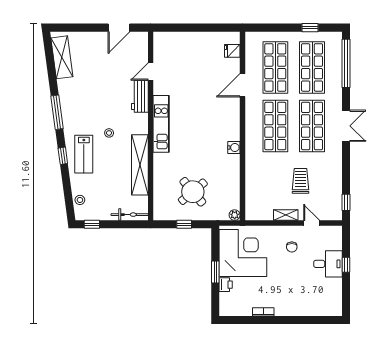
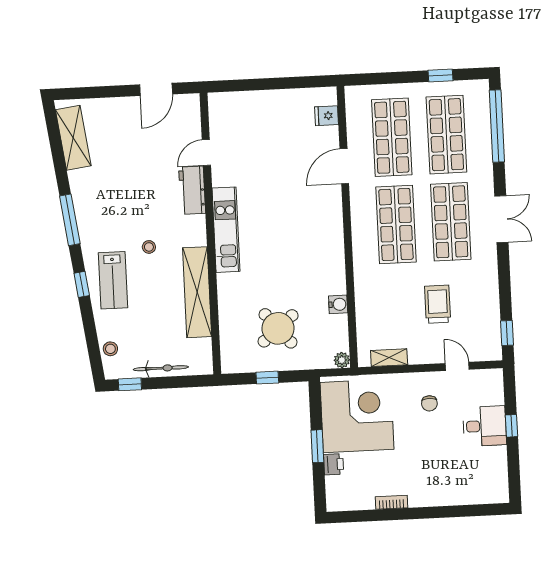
water cooler: (234, 148) -> (338, 304), moved
bicycle: (130, 215) -> (161, 368), moved
shelving: (286, 215) -> (389, 358), moved

